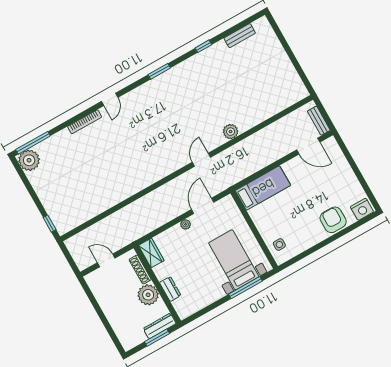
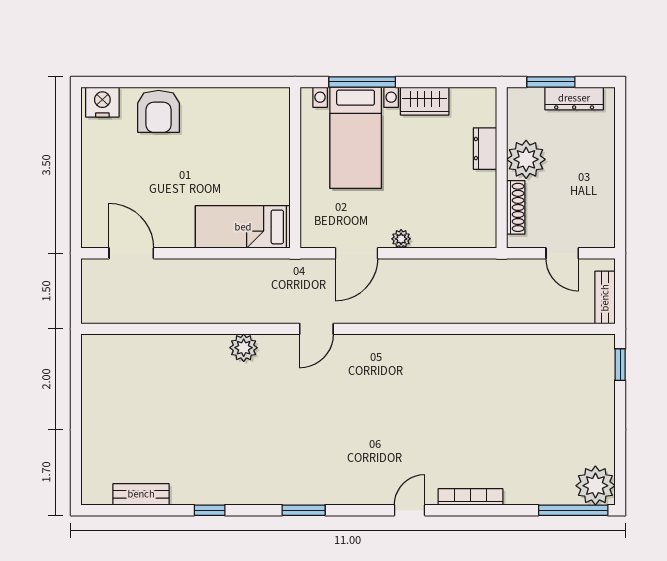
bench: (319, 121) -> (605, 298), moved
side table: (279, 244) -> (268, 121), removed
wardrobe: (151, 253) -> (425, 101), moved, turned -90
dresser: (160, 326) -> (574, 98), moved

